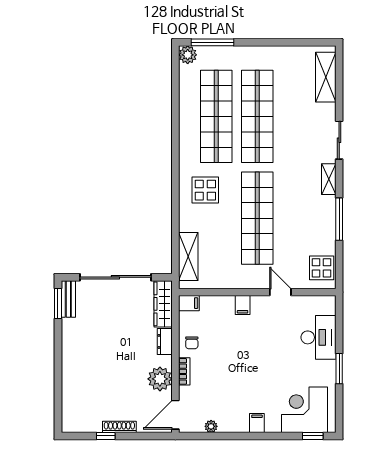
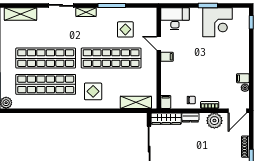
display table: (322, 268) -> (125, 29), moved
door: (280, 292) -> (159, 43), hinge flipped
filing cabinet: (243, 305) -> (167, 57), moved
desk: (318, 337) -> (175, 19), moved
corner desk: (305, 410) -> (218, 22), moved, turned -90
door: (175, 415) -> (237, 111), hinge flipped
filing cabinet: (257, 423) -> (243, 78), moved

